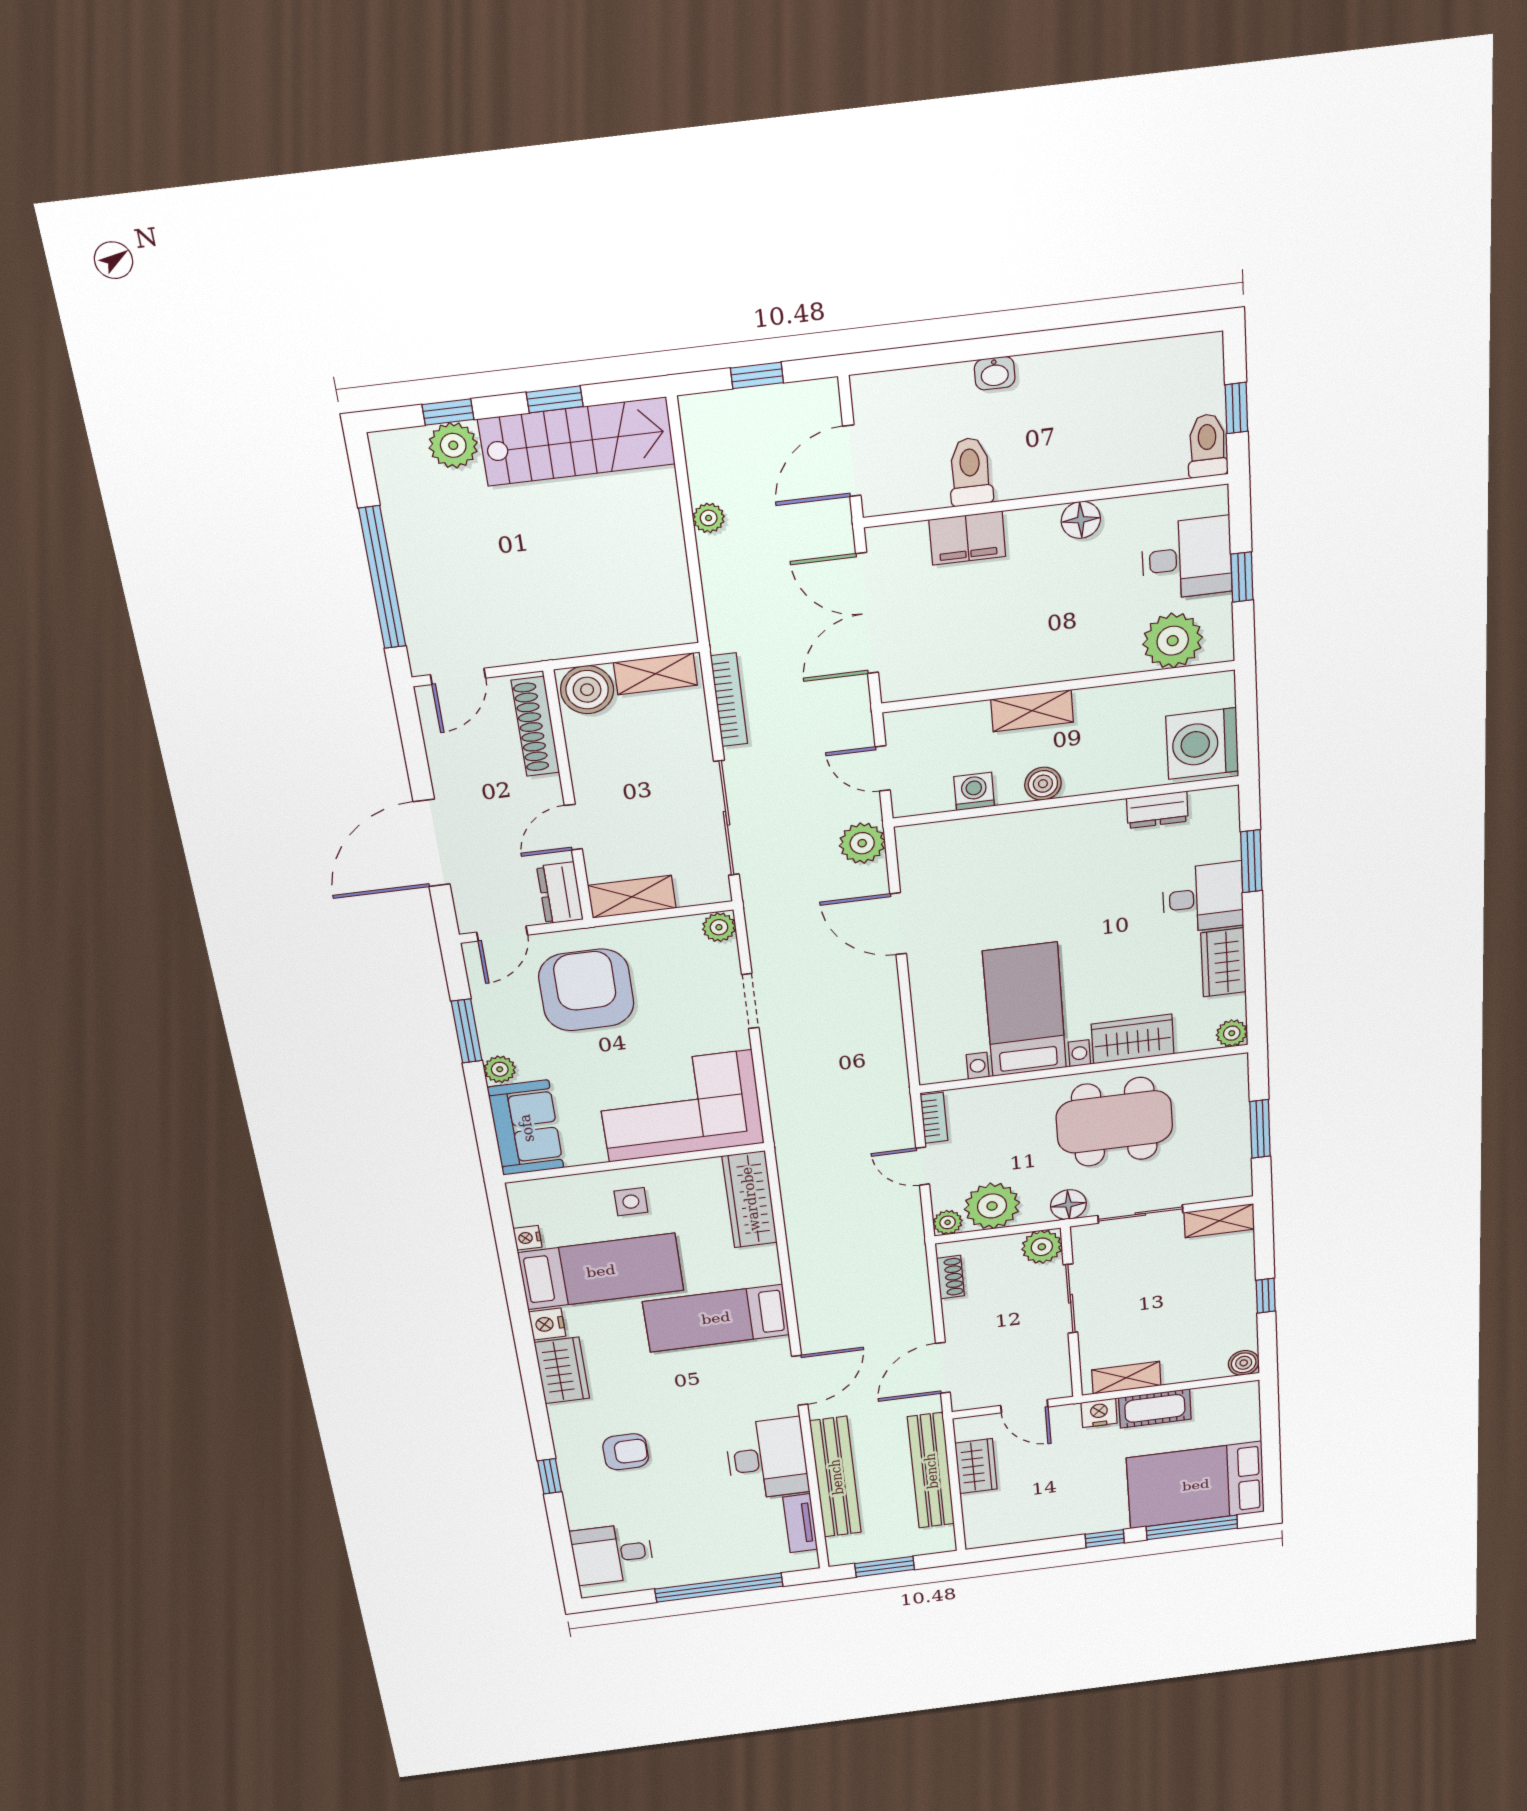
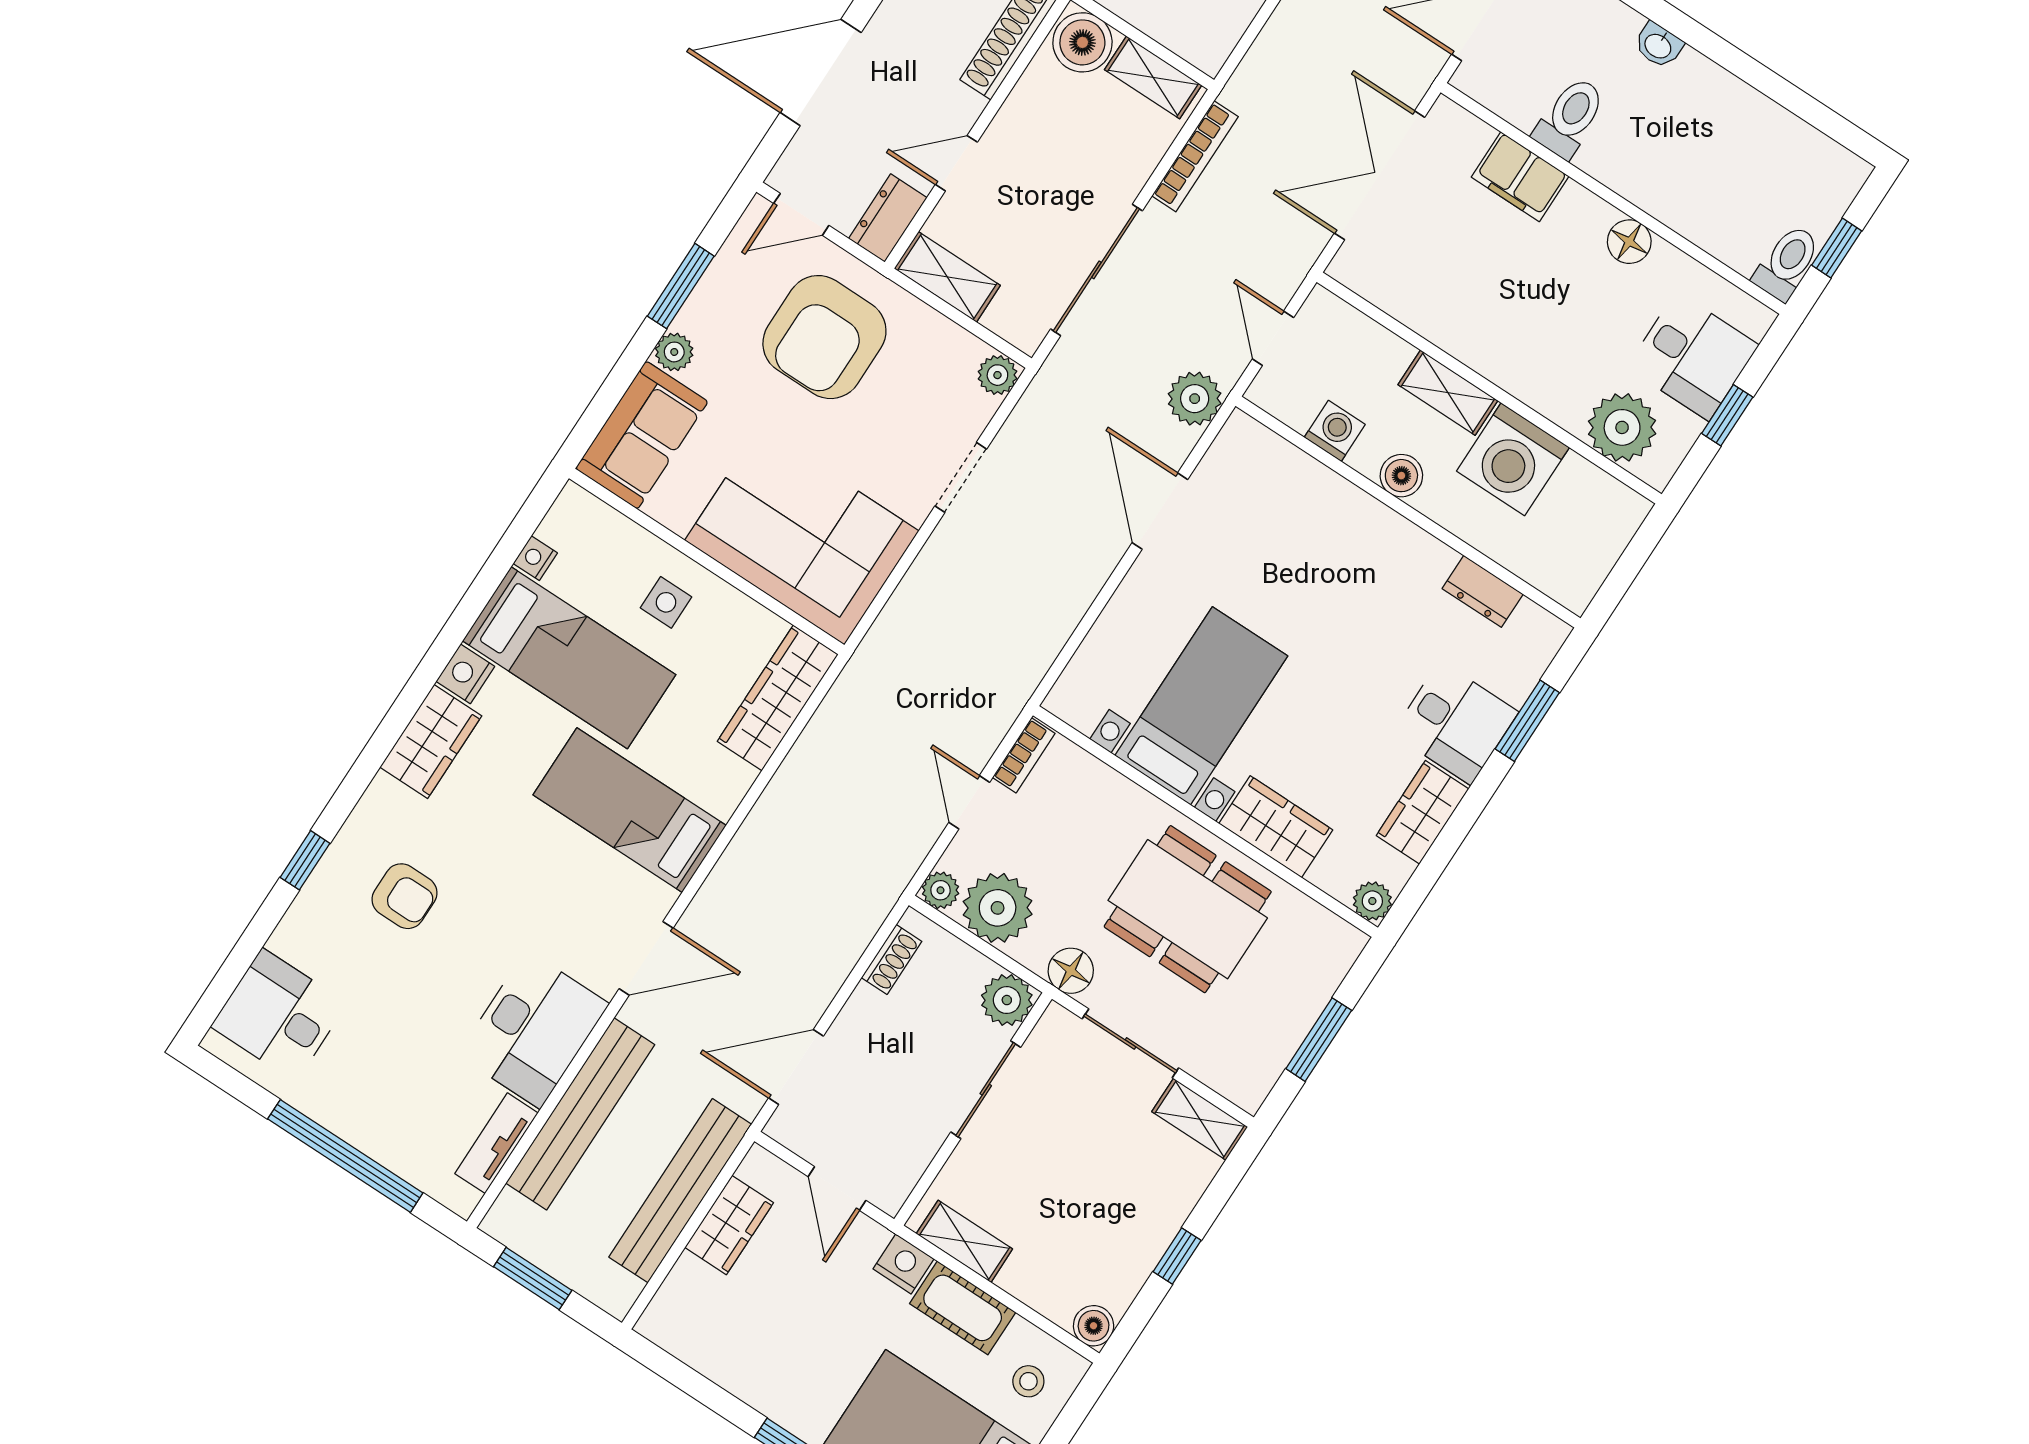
washing machine: (1202, 744) -> (1513, 459), moved, turned -90
armchair: (586, 990) -> (824, 337), turned 180
stool: (1227, 1414) -> (1028, 1381), added

